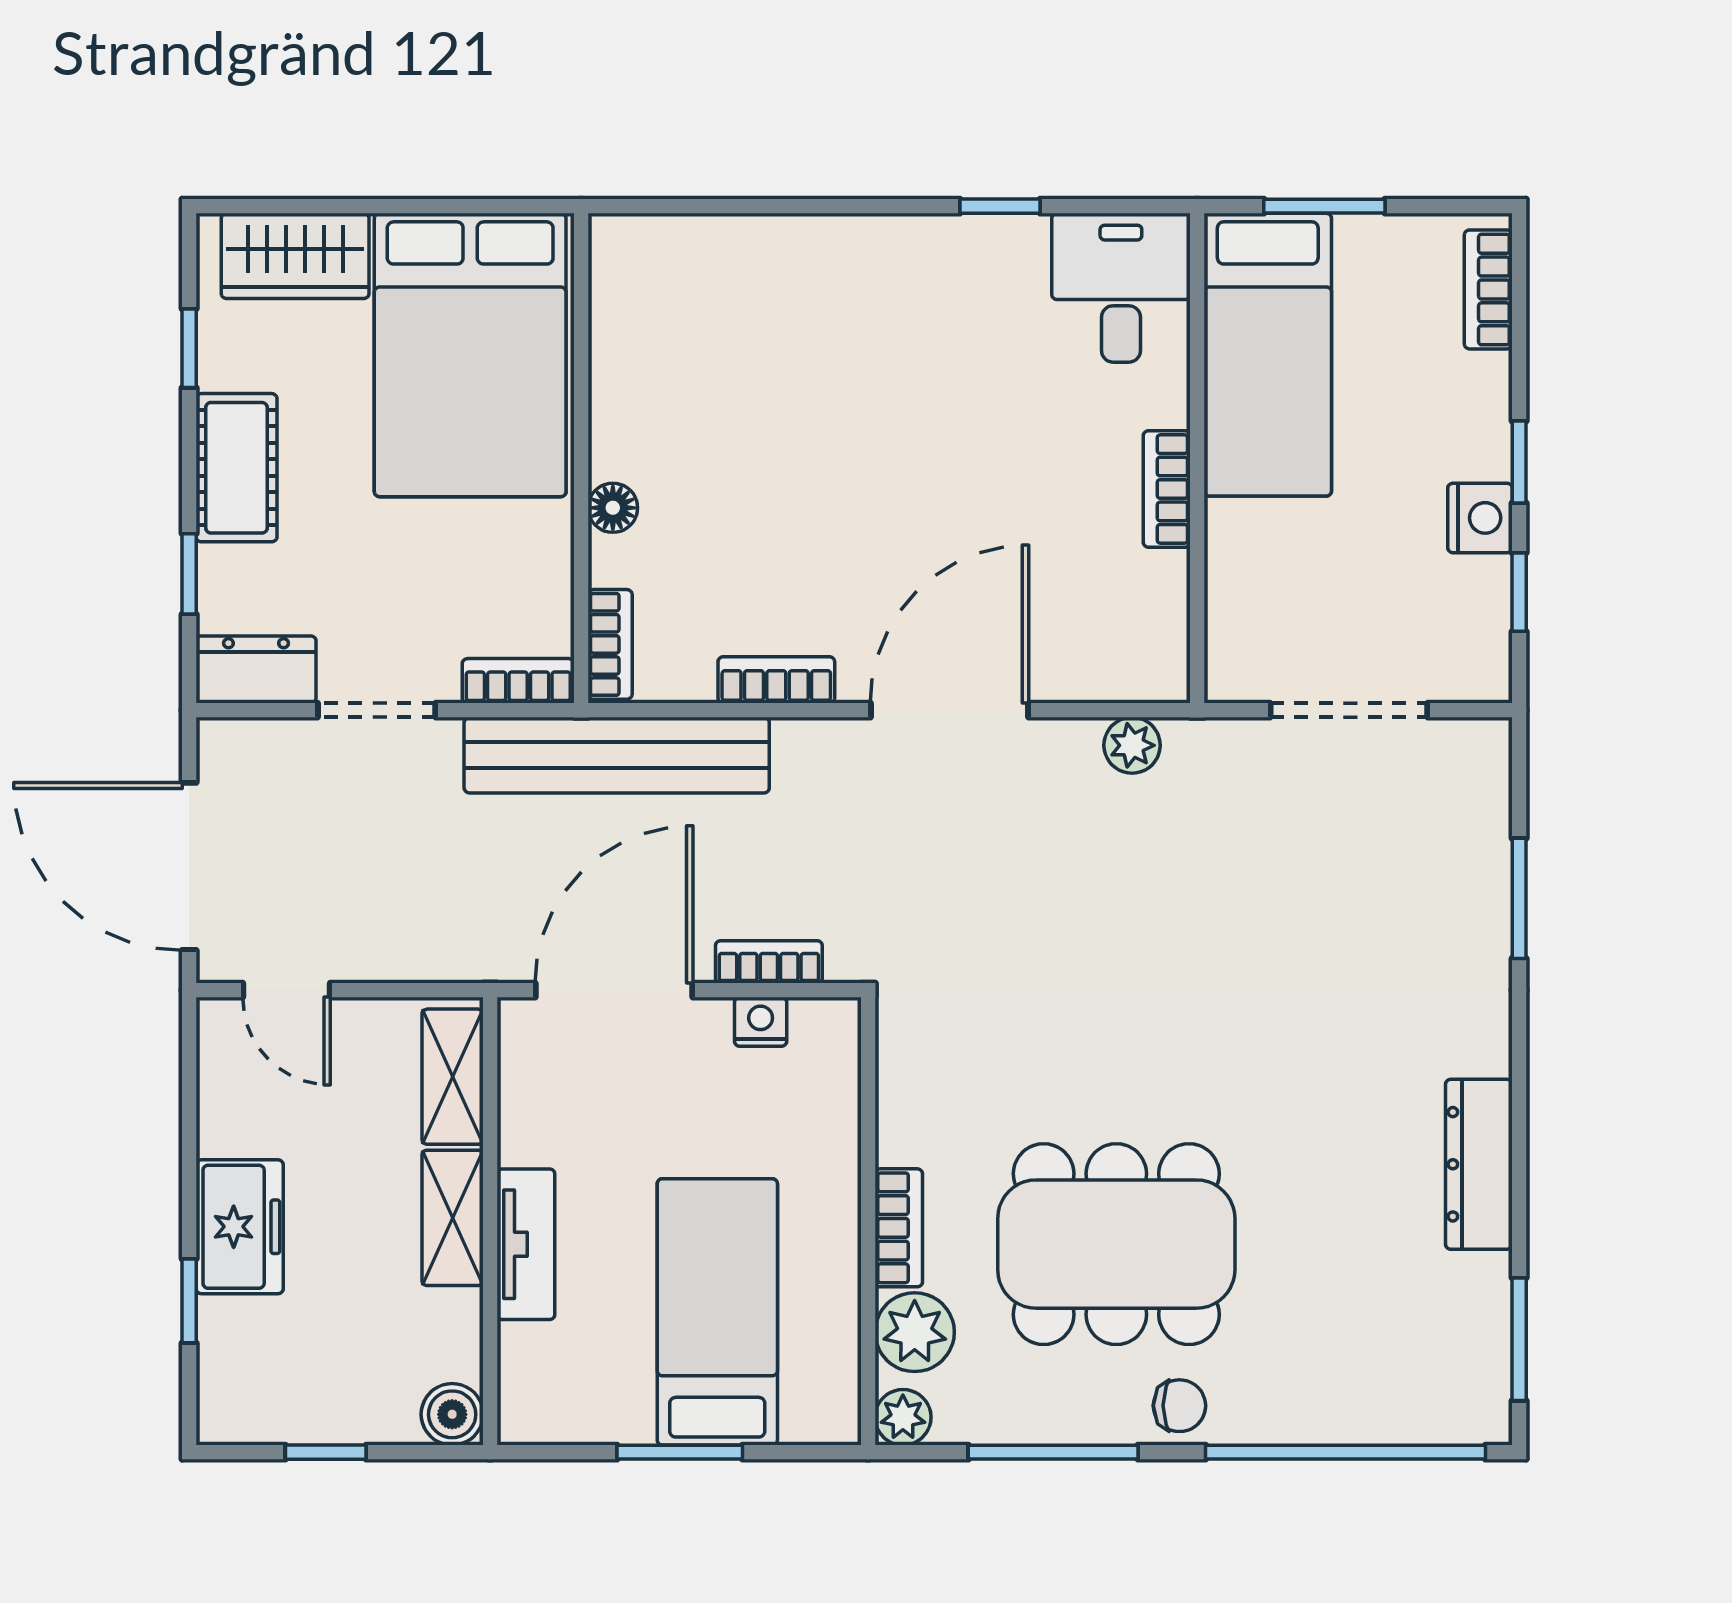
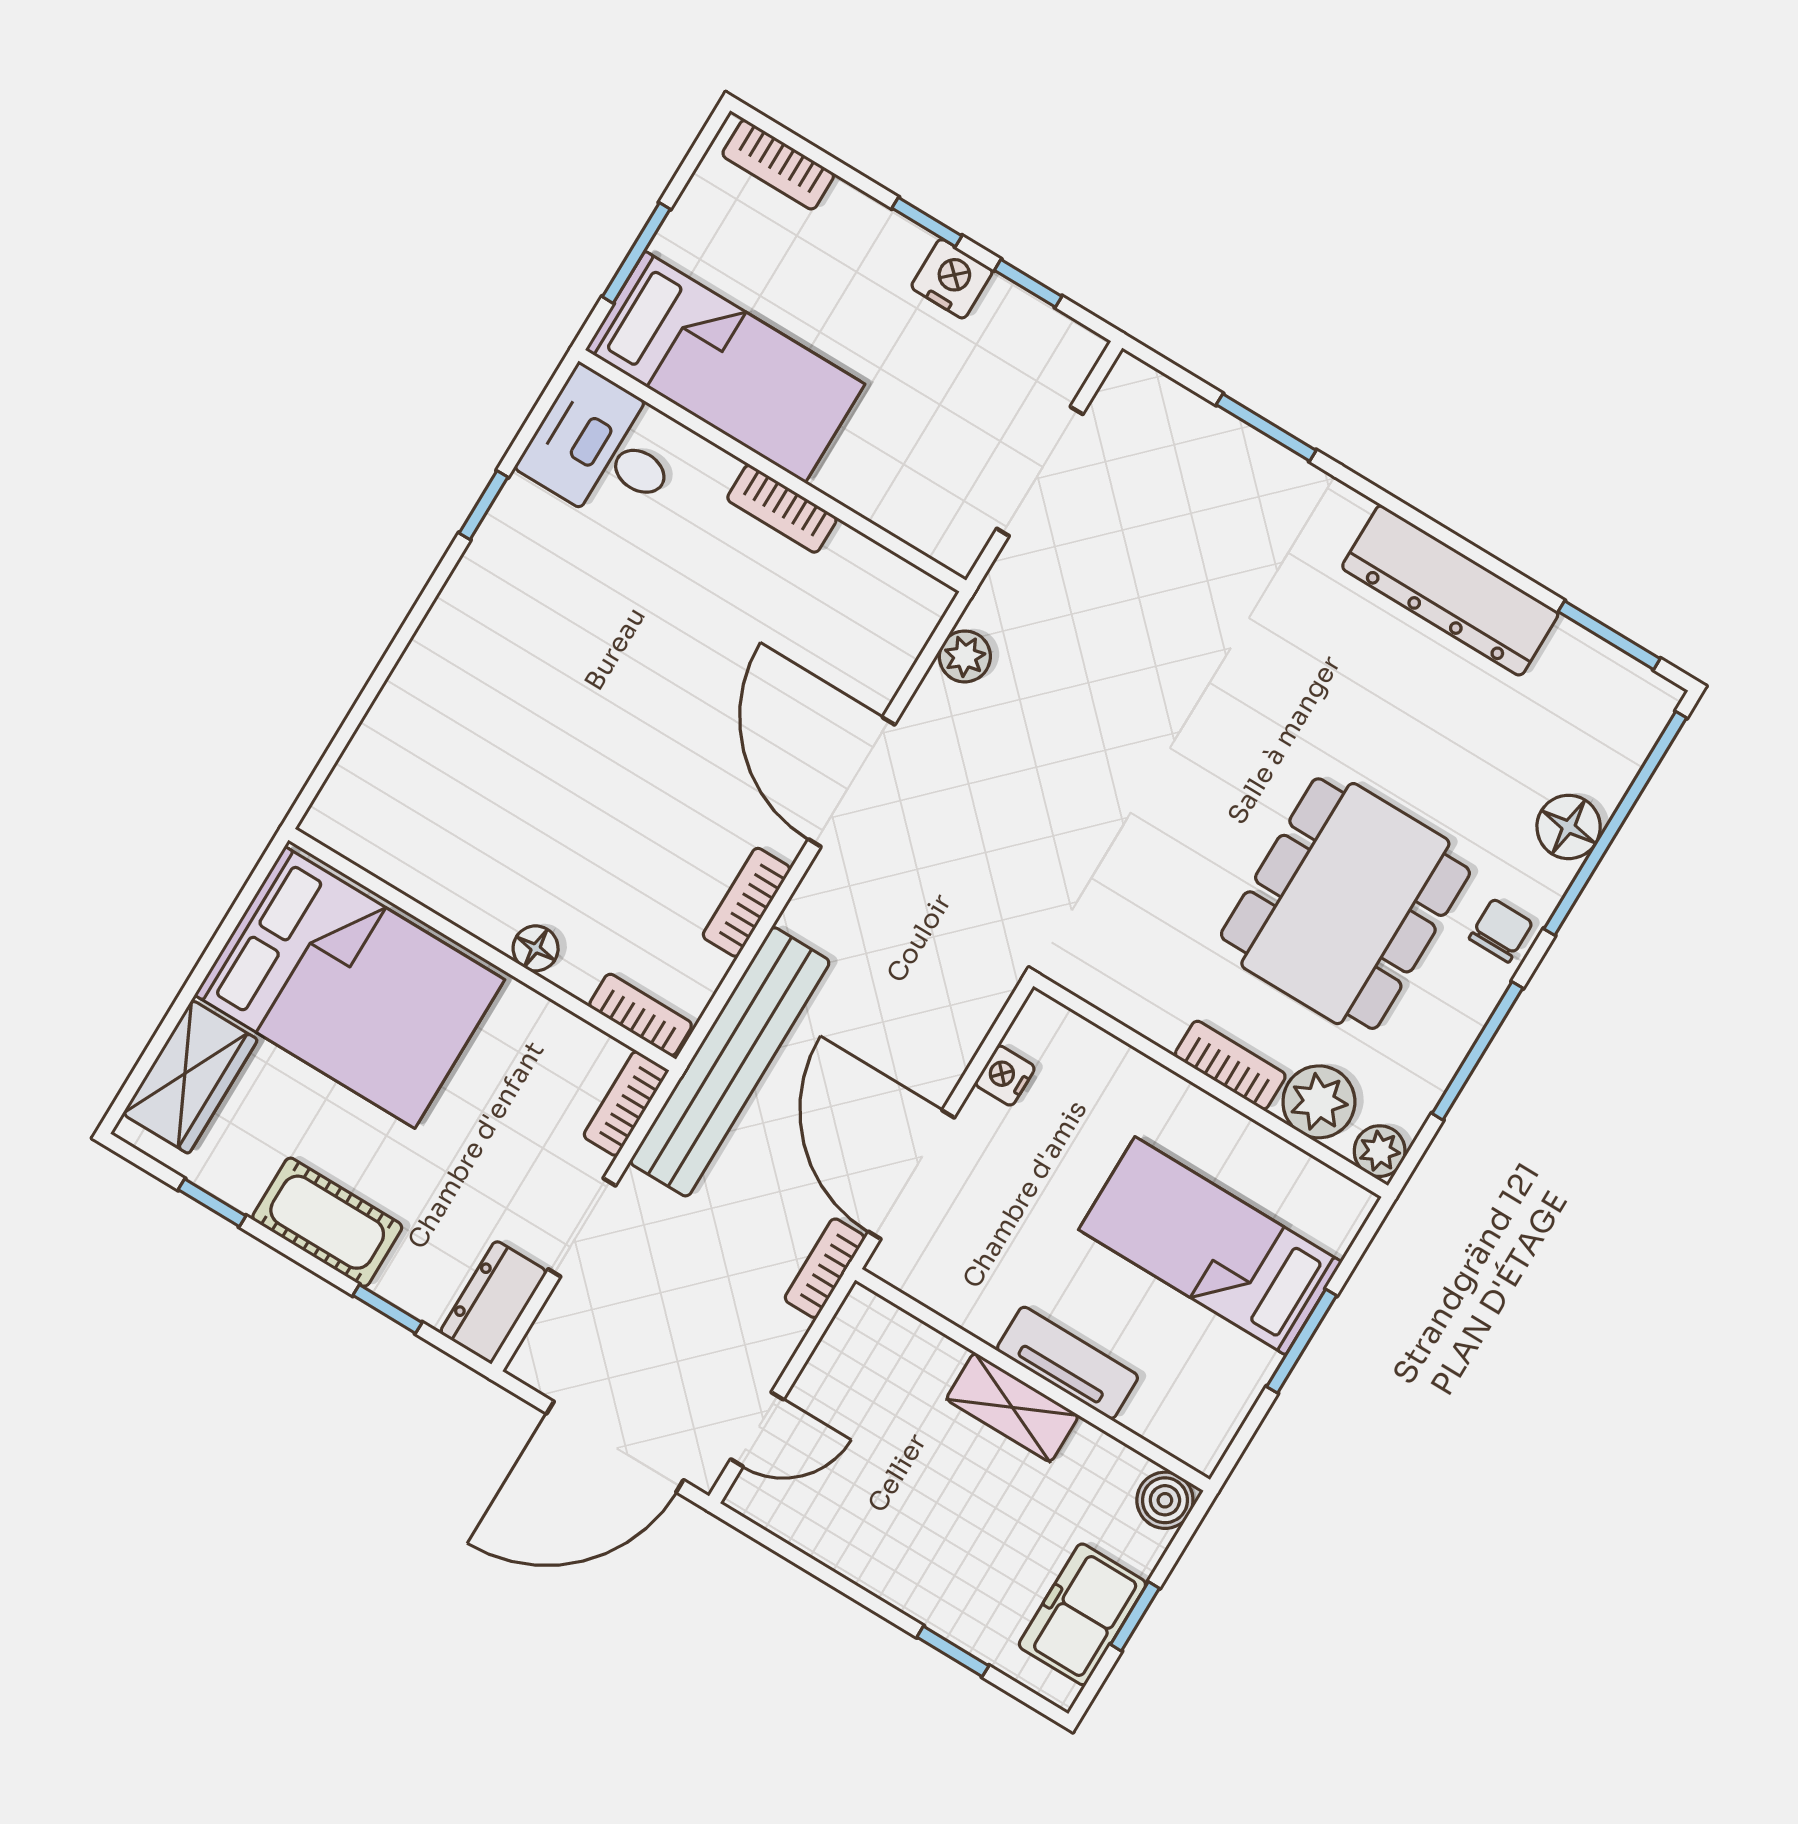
bookcase: (769, 962) -> (825, 1268), moved
shelving: (453, 1077) -> (903, 1341), removed
dresser: (1479, 1164) -> (1450, 590), width x1.37, depth x1.24
freezer: (240, 1227) -> (1082, 1614), moved, turned -90
floor lamp: (1316, 1410) -> (1569, 827), added

